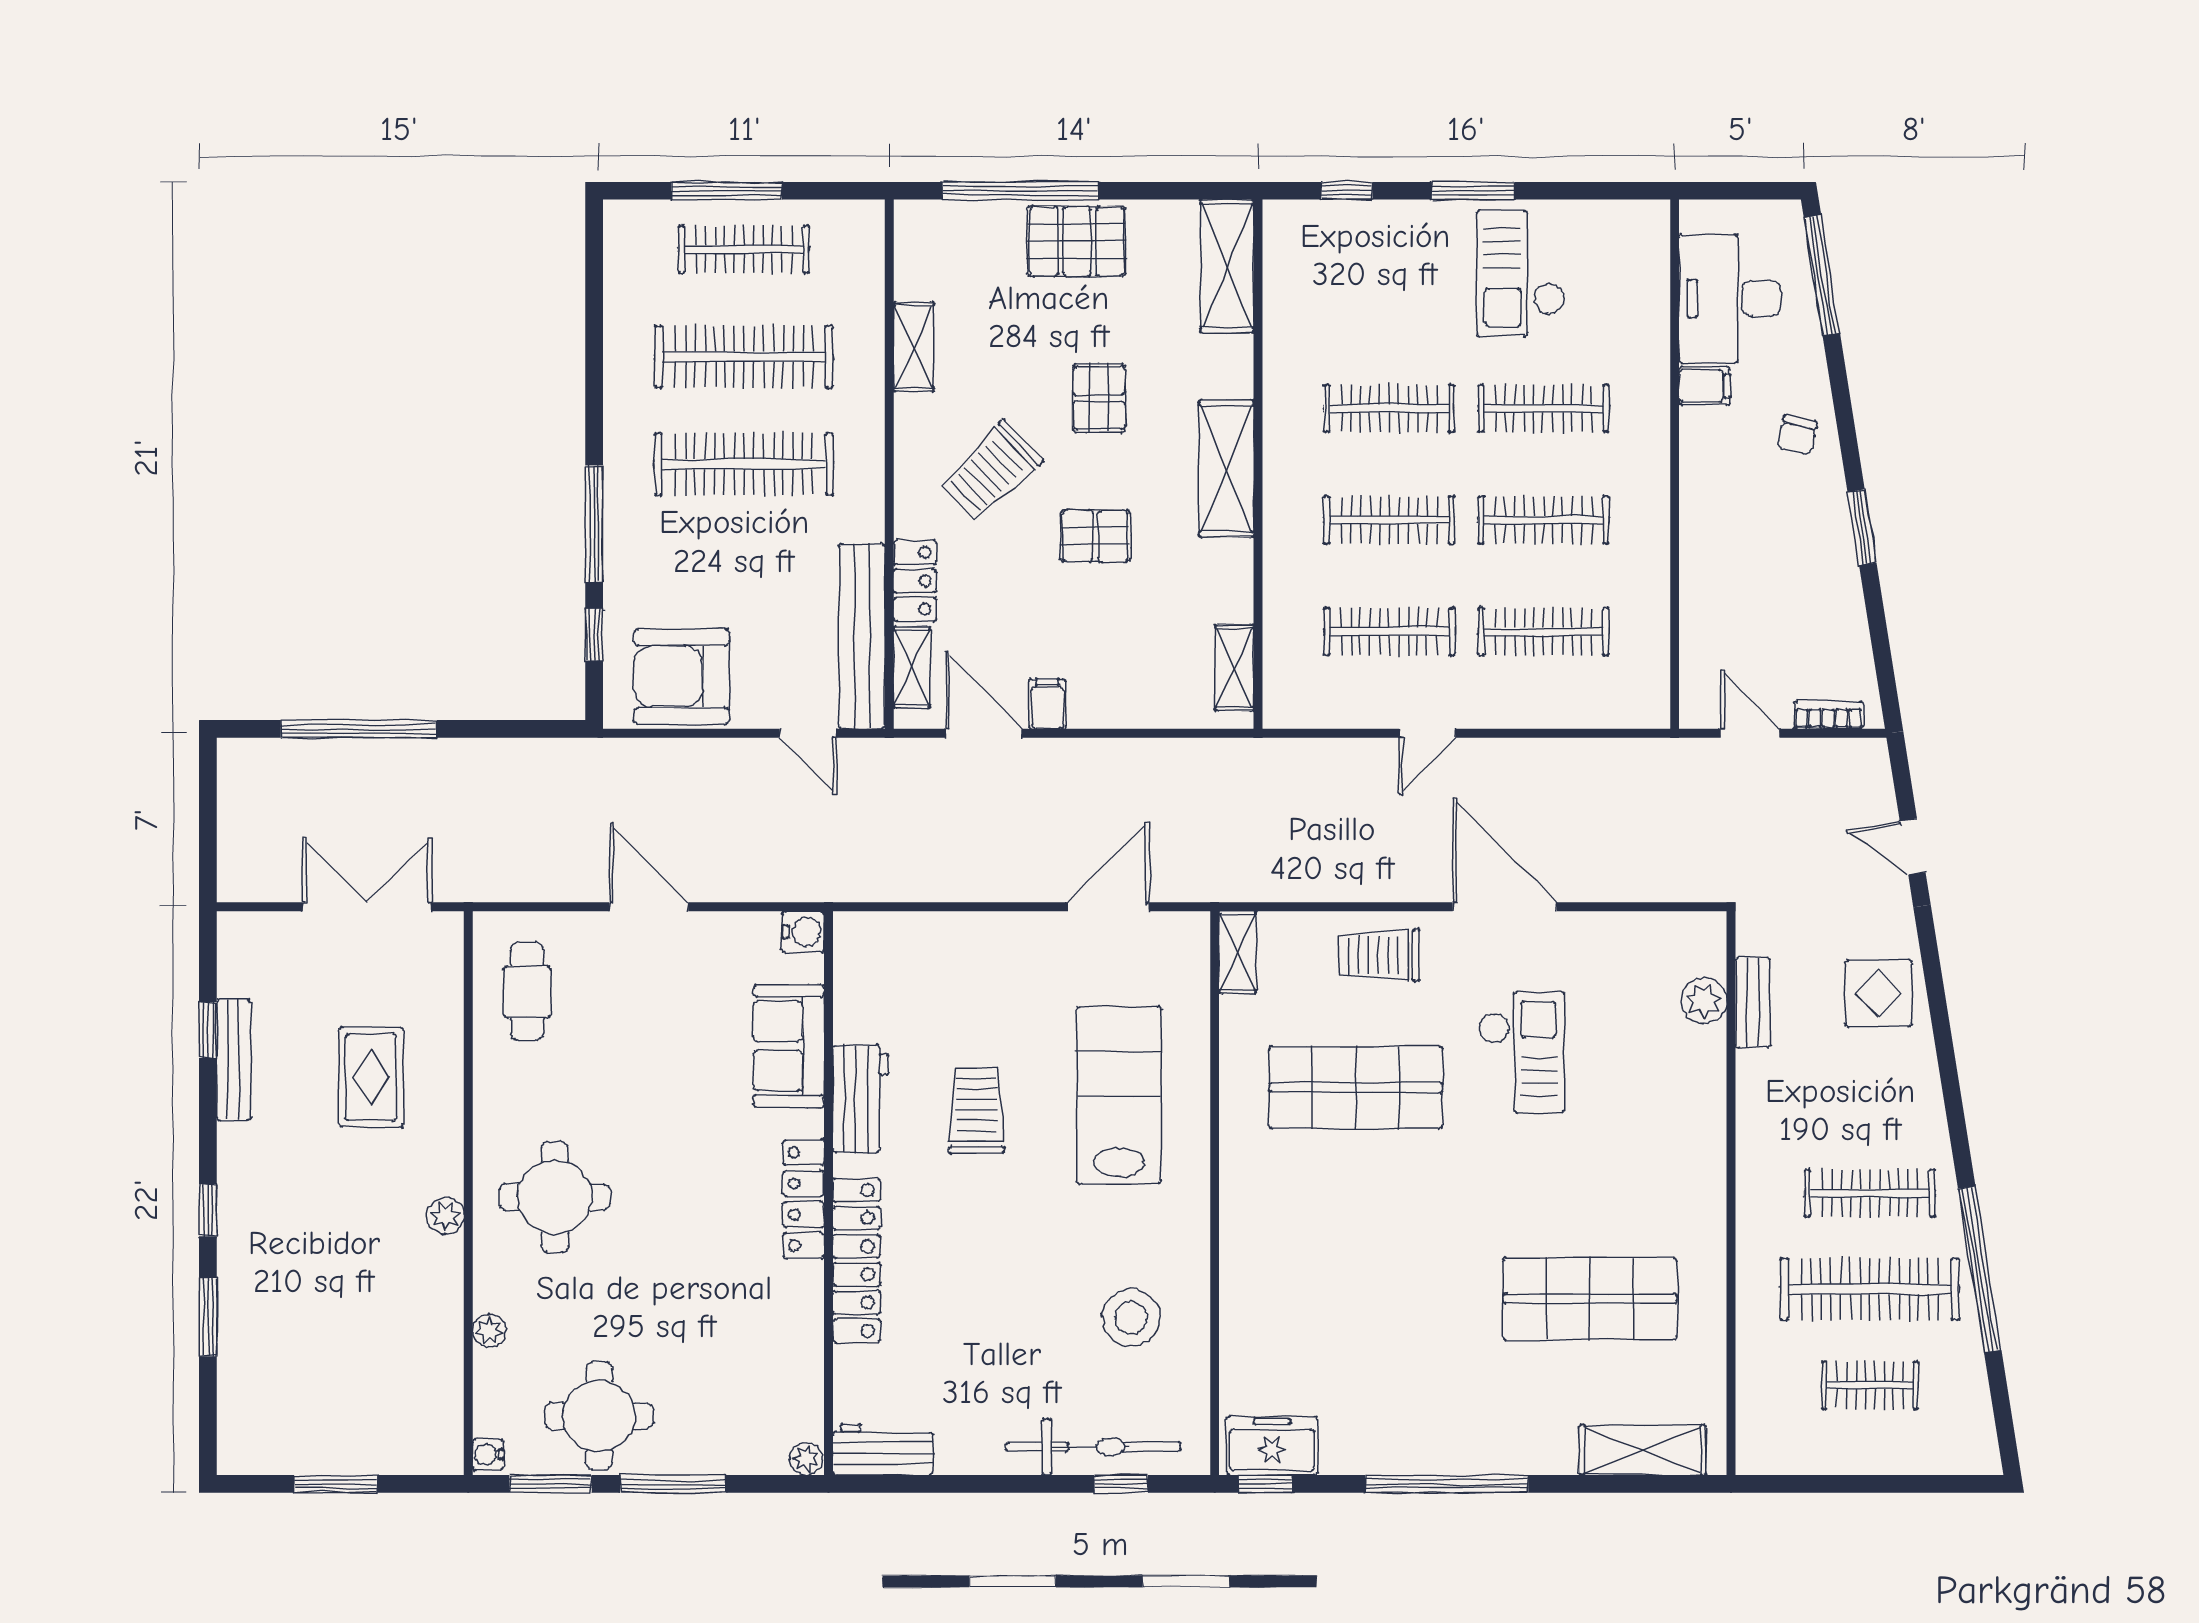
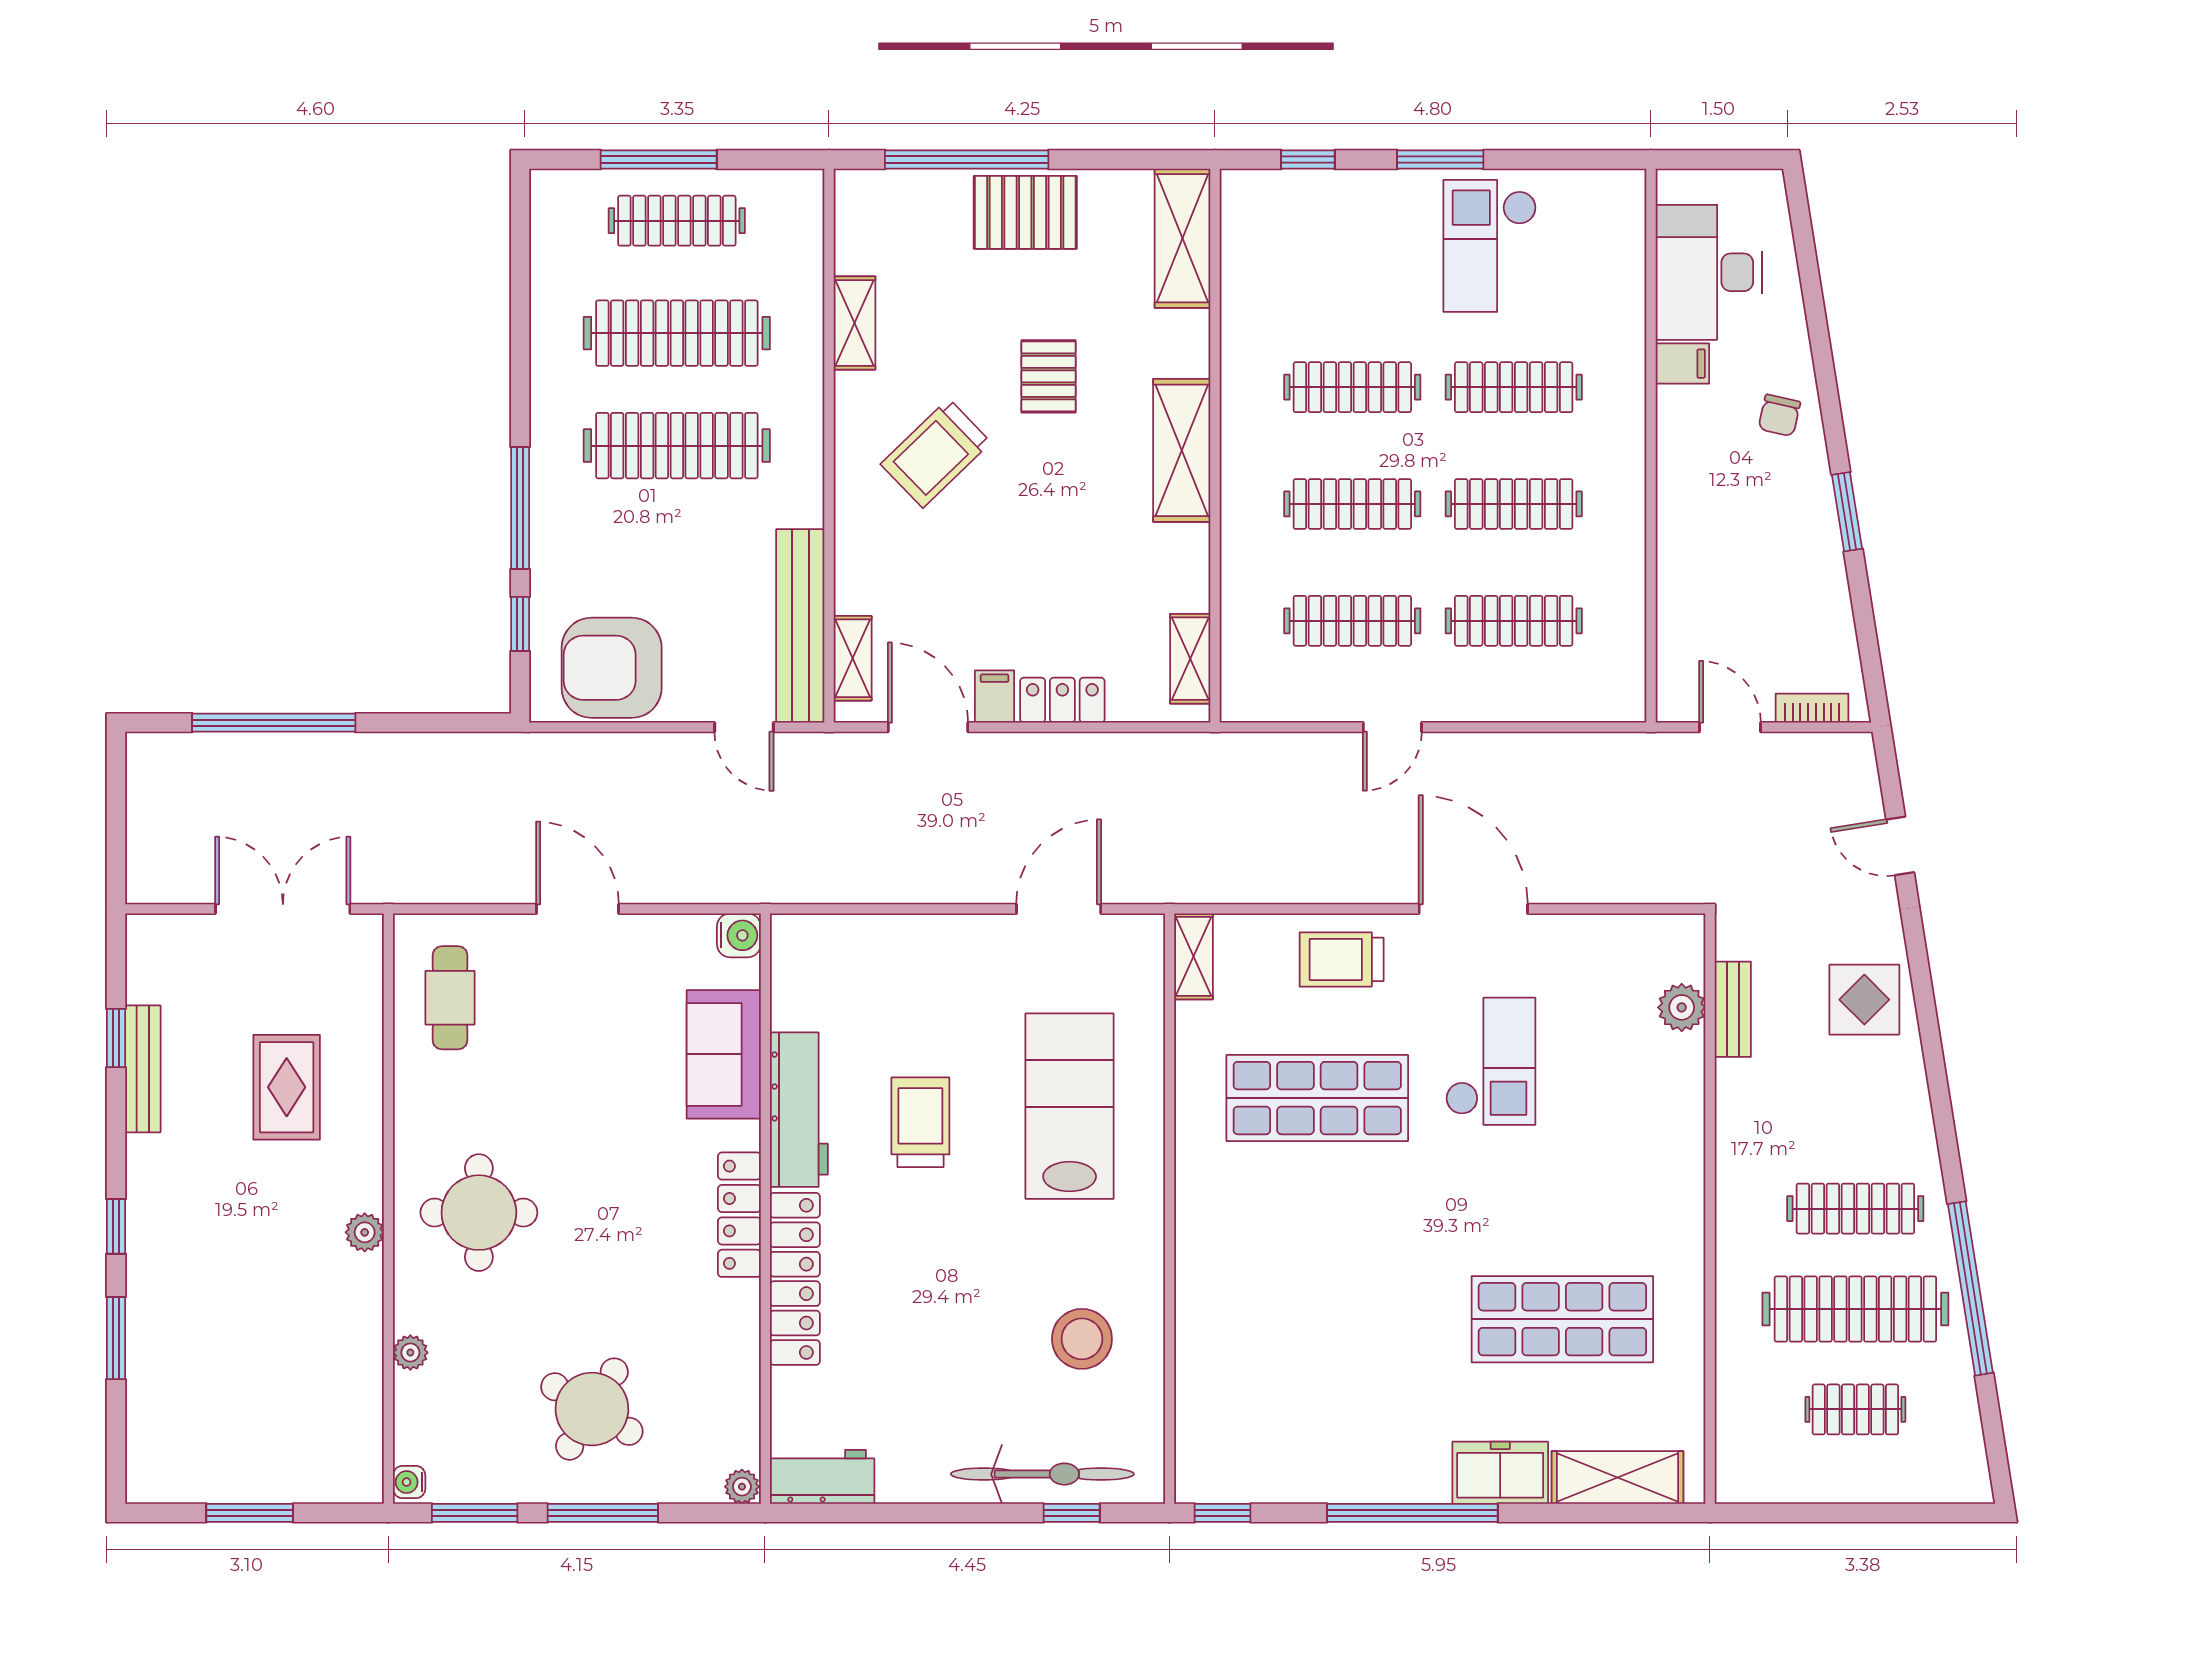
window: (1822, 275) -> (1805, 248), removed
pallet: (1095, 536) -> (1045, 521), removed
locker: (915, 581) -> (1062, 700), moved, turned -90
workbench: (861, 1099) -> (799, 1110), width x1.38
round table: (599, 1416) -> (592, 1409), moved, turned 31
freezer: (1272, 1446) -> (1500, 1473), moved

